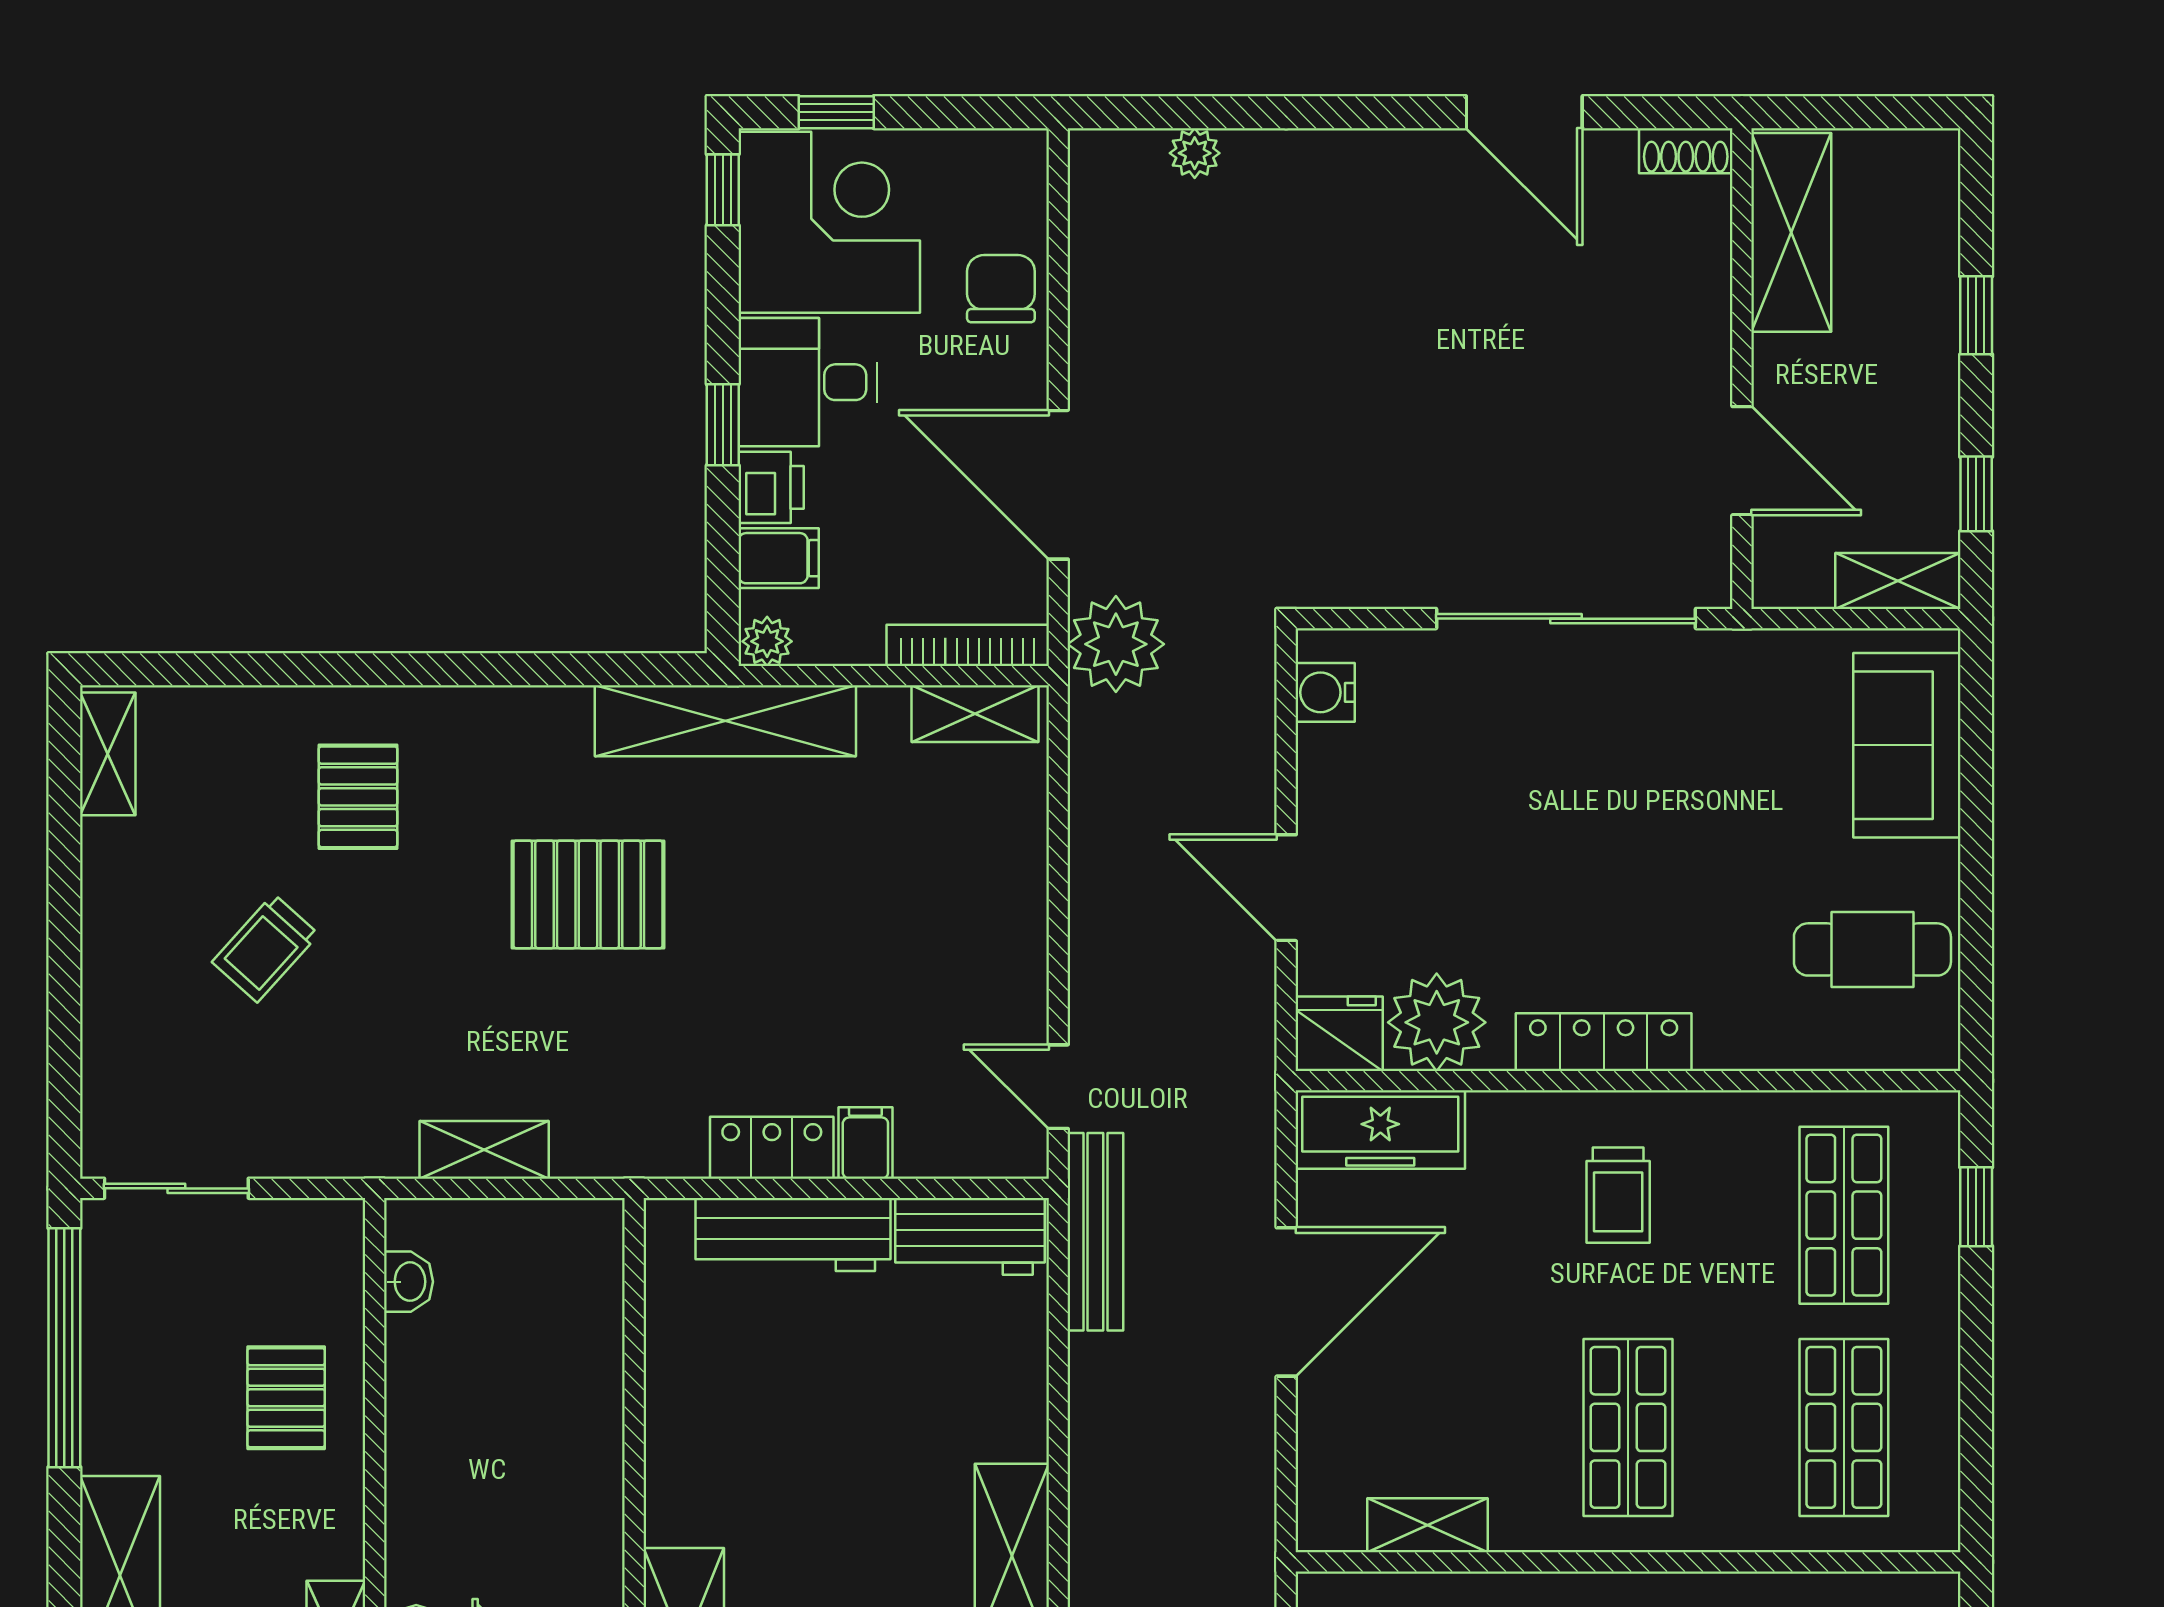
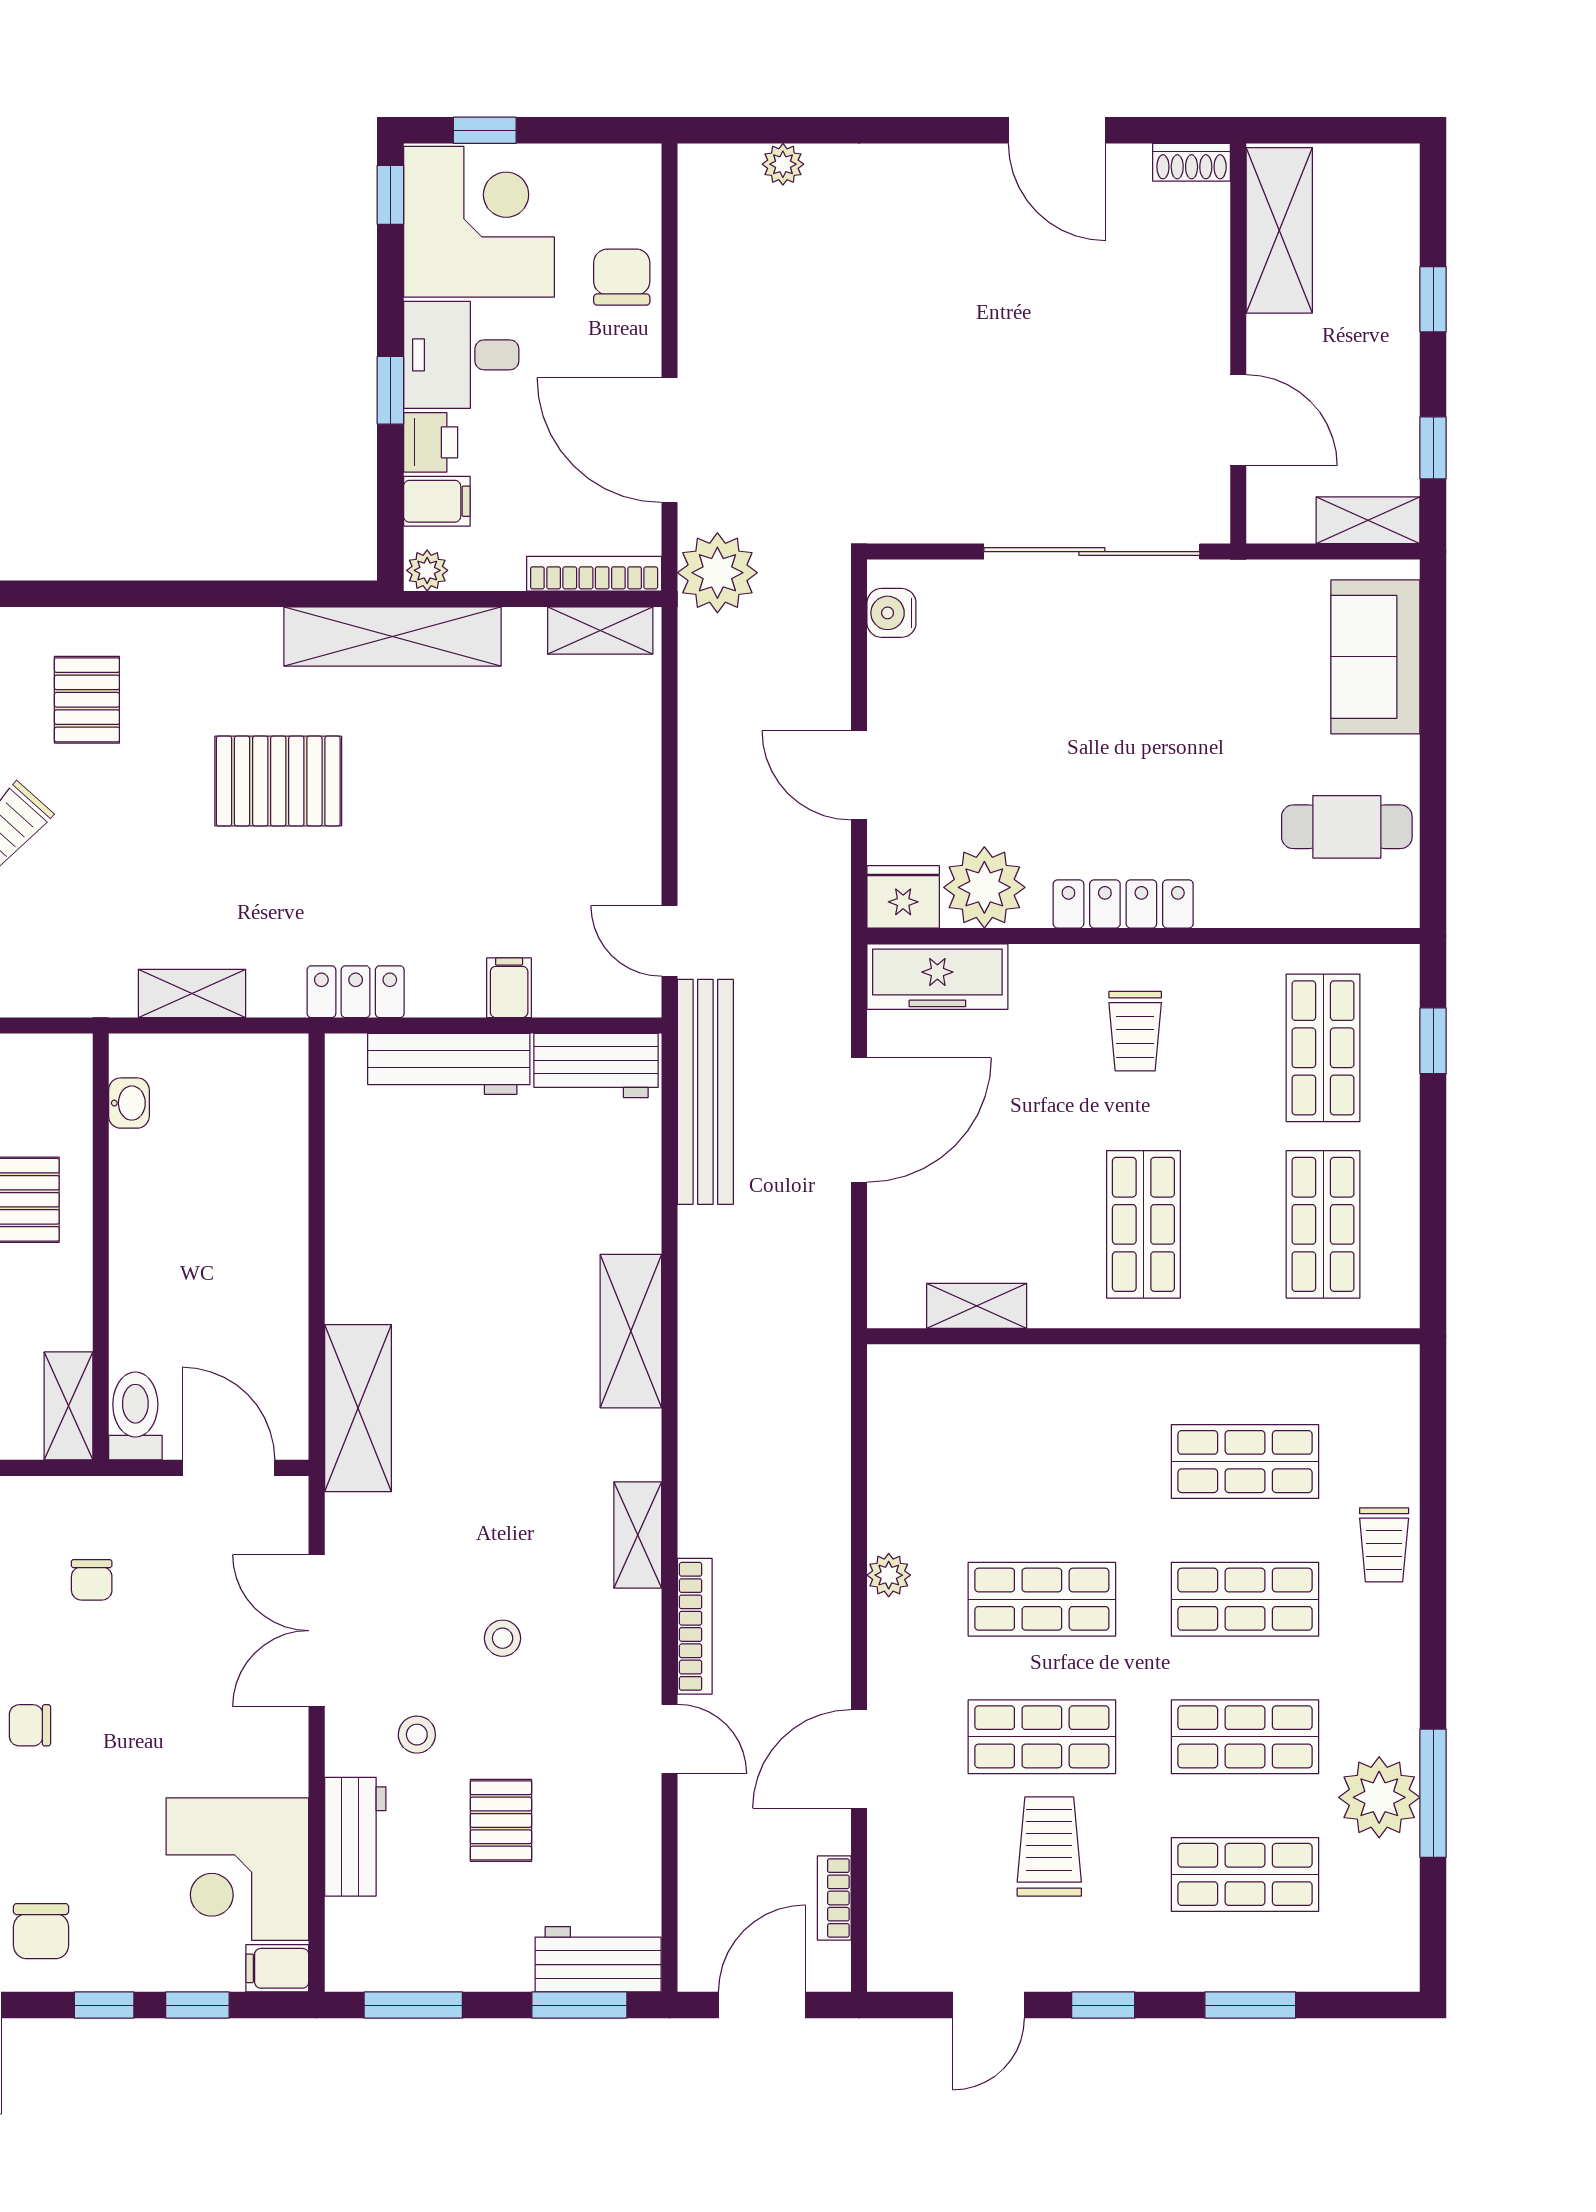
locker: (772, 1148) -> (356, 992), moved
bench: (1095, 1232) -> (705, 1092), width x1.37, depth x1.21

